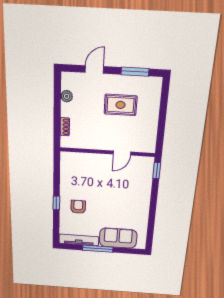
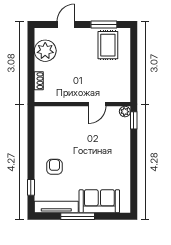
plant: (67, 96) -> (45, 51), width x1.88, depth x1.88
rug: (121, 105) -> (108, 45), moved, turned 90
plant: (149, 162) -> (125, 112), added
window: (56, 203) -> (31, 187), moved

